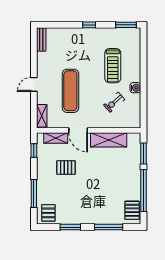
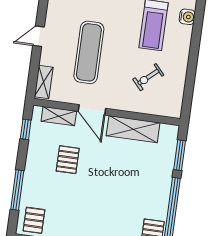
water cooler: (135, 88) -> (187, 17), moved
pallet: (66, 167) -> (68, 160), turned 90

